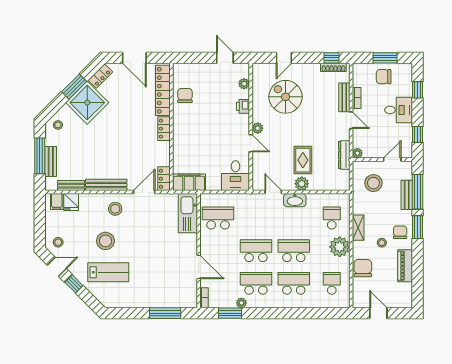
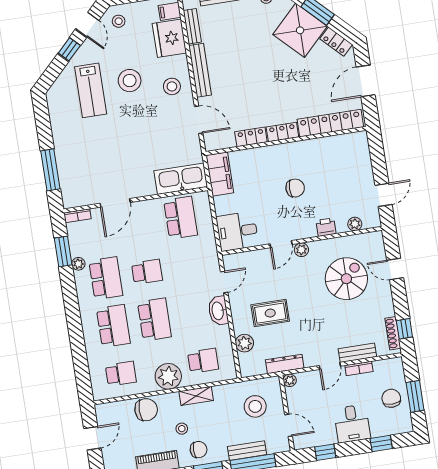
chair: (185, 95) -> (295, 188), moved
locker: (164, 179) -> (251, 137), moved
plant: (302, 184) -> (244, 343), moved
fridge: (71, 202) -> (169, 38), width x1.88, depth x1.34
school desk: (256, 251) -> (147, 272), width x0.54

